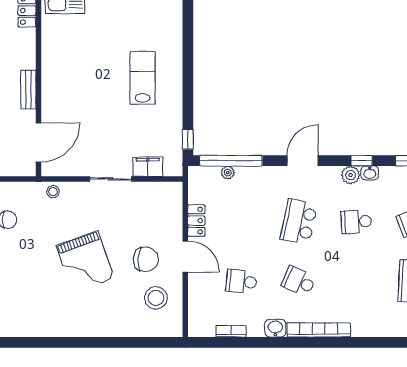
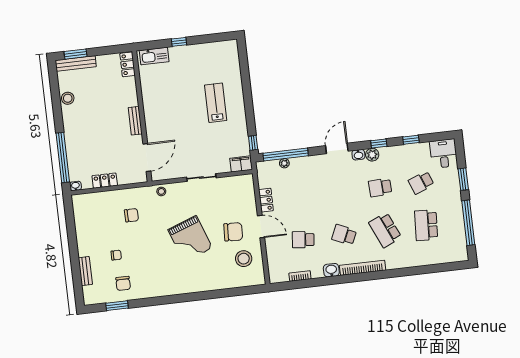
filing cabinet: (148, 167) -> (241, 164), moved
washbasin: (370, 173) -> (358, 155), moved
school desk: (299, 222) -> (385, 230), moved, turned -36

